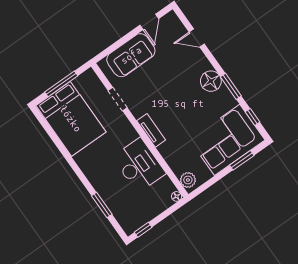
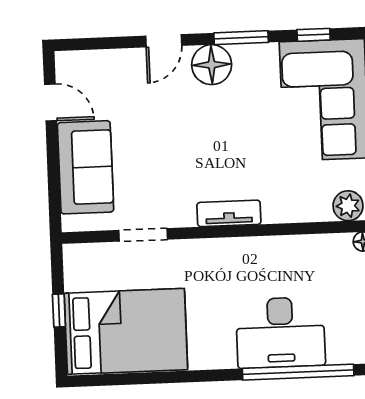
door: (197, 38) -> (164, 41), moved
window: (61, 84) -> (59, 310), width x0.46
desk: (139, 165) -> (280, 333), moved, turned 180
window: (102, 205) -> (298, 372), width x2.11

